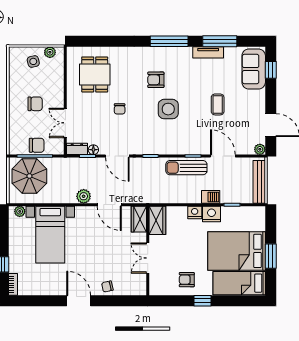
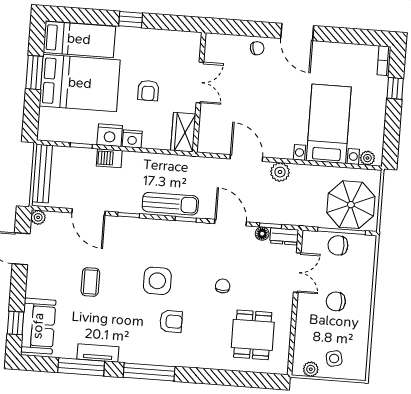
sun lounger: (186, 168) -> (170, 204), moved
wardrobe: (139, 219) -> (208, 136), removed
armchair: (187, 280) -> (148, 91), moved, turned 90

